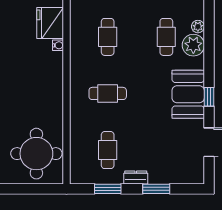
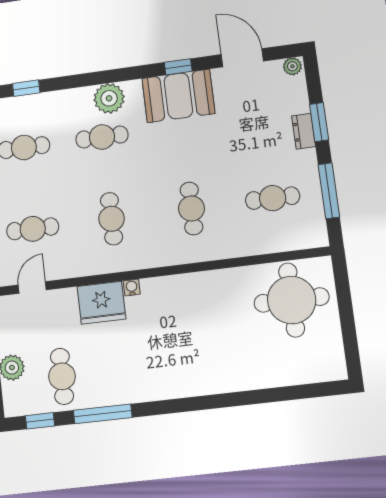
plant: (198, 27) -> (292, 66), moved
cafe table: (108, 37) -> (112, 219), turned 90
dresser: (136, 177) -> (304, 131), moved
window: (108, 189) -> (329, 191), width x1.44

